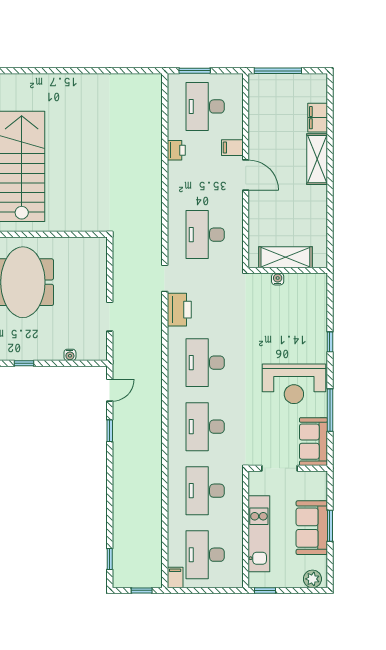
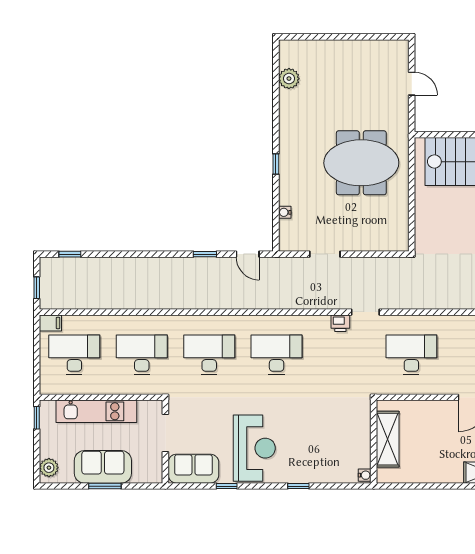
water cooler: (278, 279) -> (365, 475), moved
printer: (179, 310) -> (340, 323), width x0.53, depth x0.68
reception desk: (294, 384) -> (254, 448), turned 180
window: (330, 410) -> (227, 486), width x0.46

